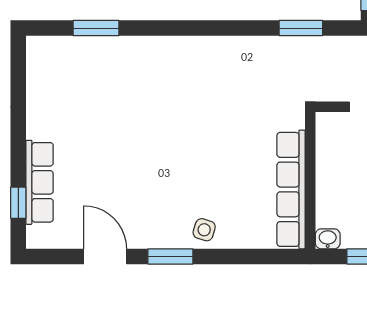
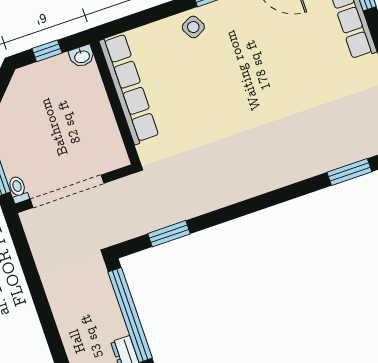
side table: (204, 230) -> (193, 27), turned 45

